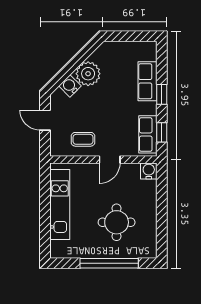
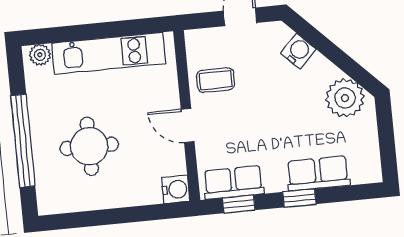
plant: (88, 74) -> (345, 98), moved
coffee table: (83, 139) -> (216, 80), turned 90
plant: (56, 247) -> (40, 55), added

